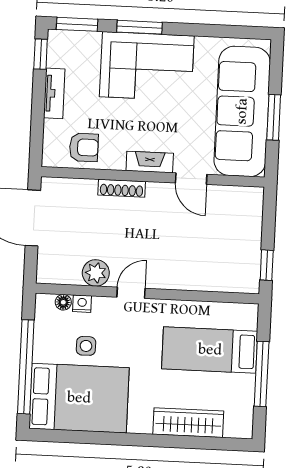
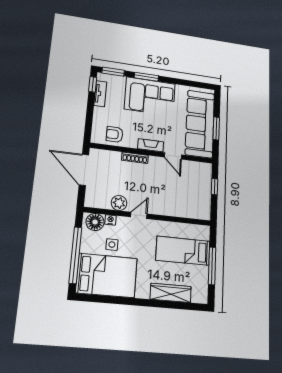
tv unit: (54, 93) -> (100, 94), moved
armchair: (84, 147) -> (115, 134), turned 180
window: (267, 265) -> (214, 187), moved
floor lamp: (63, 302) -> (95, 222), width x1.89, depth x1.89

